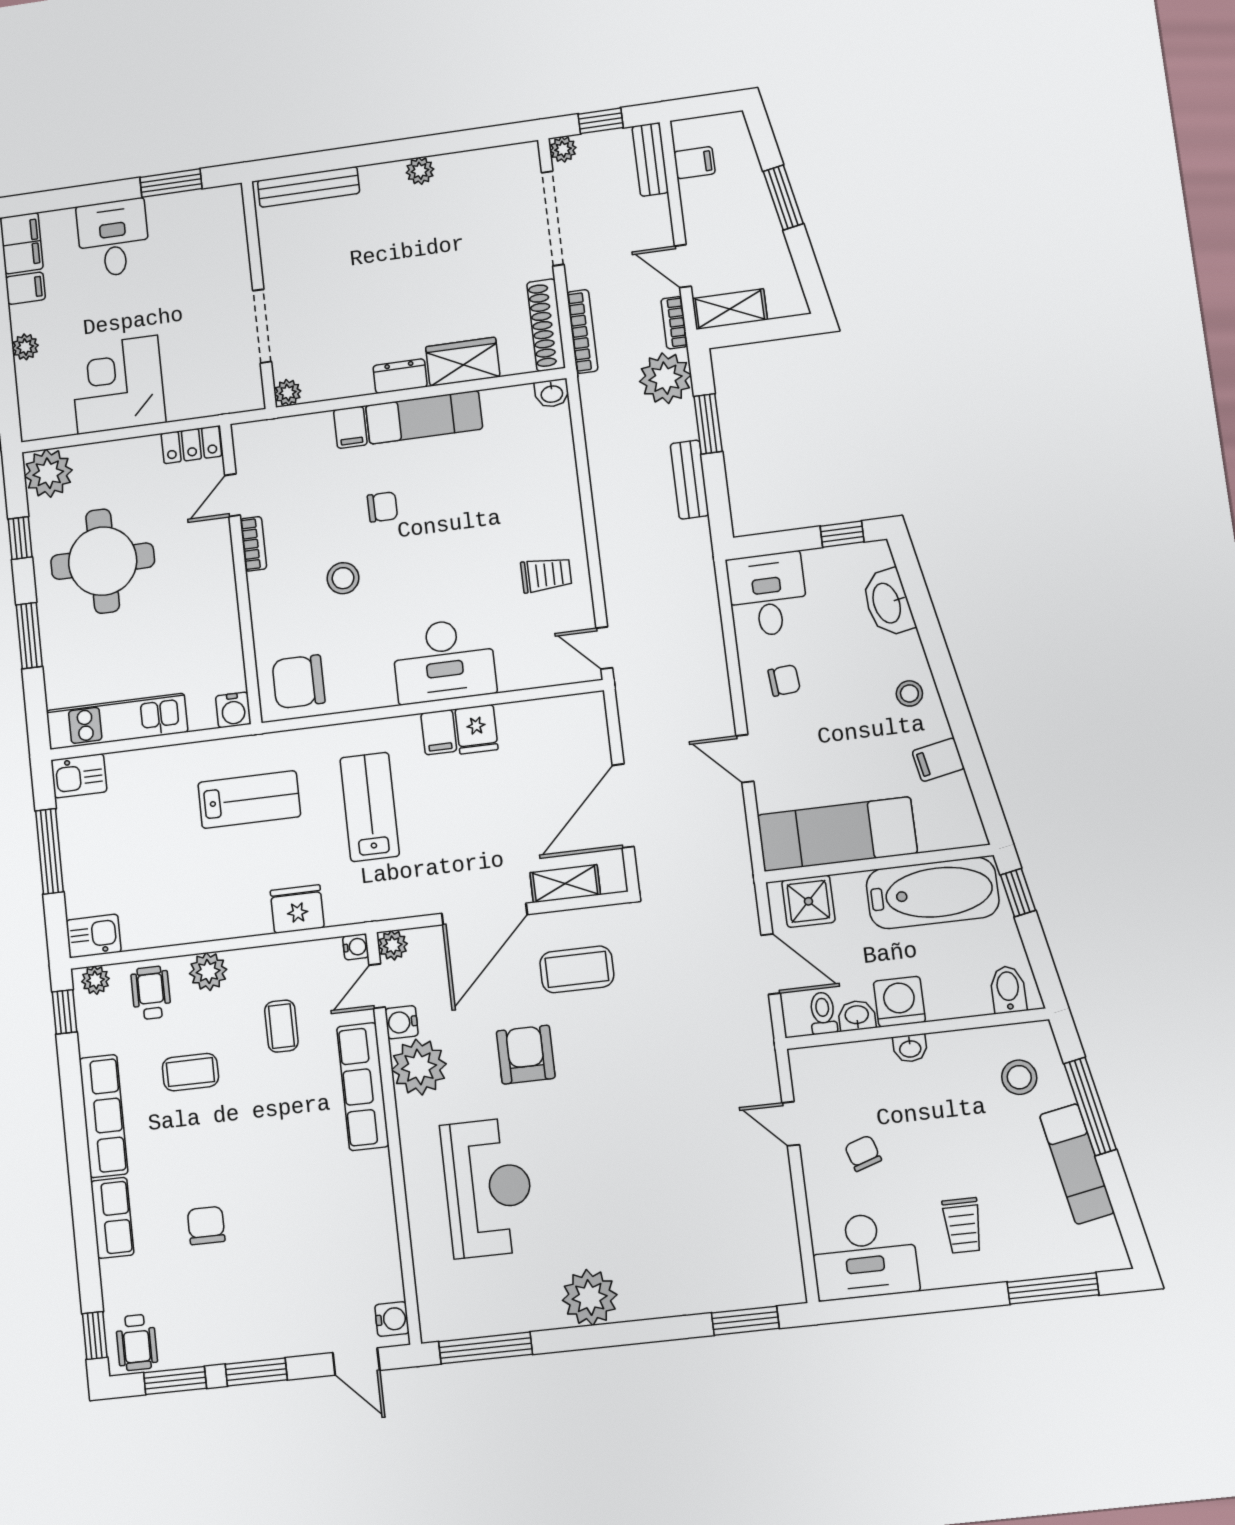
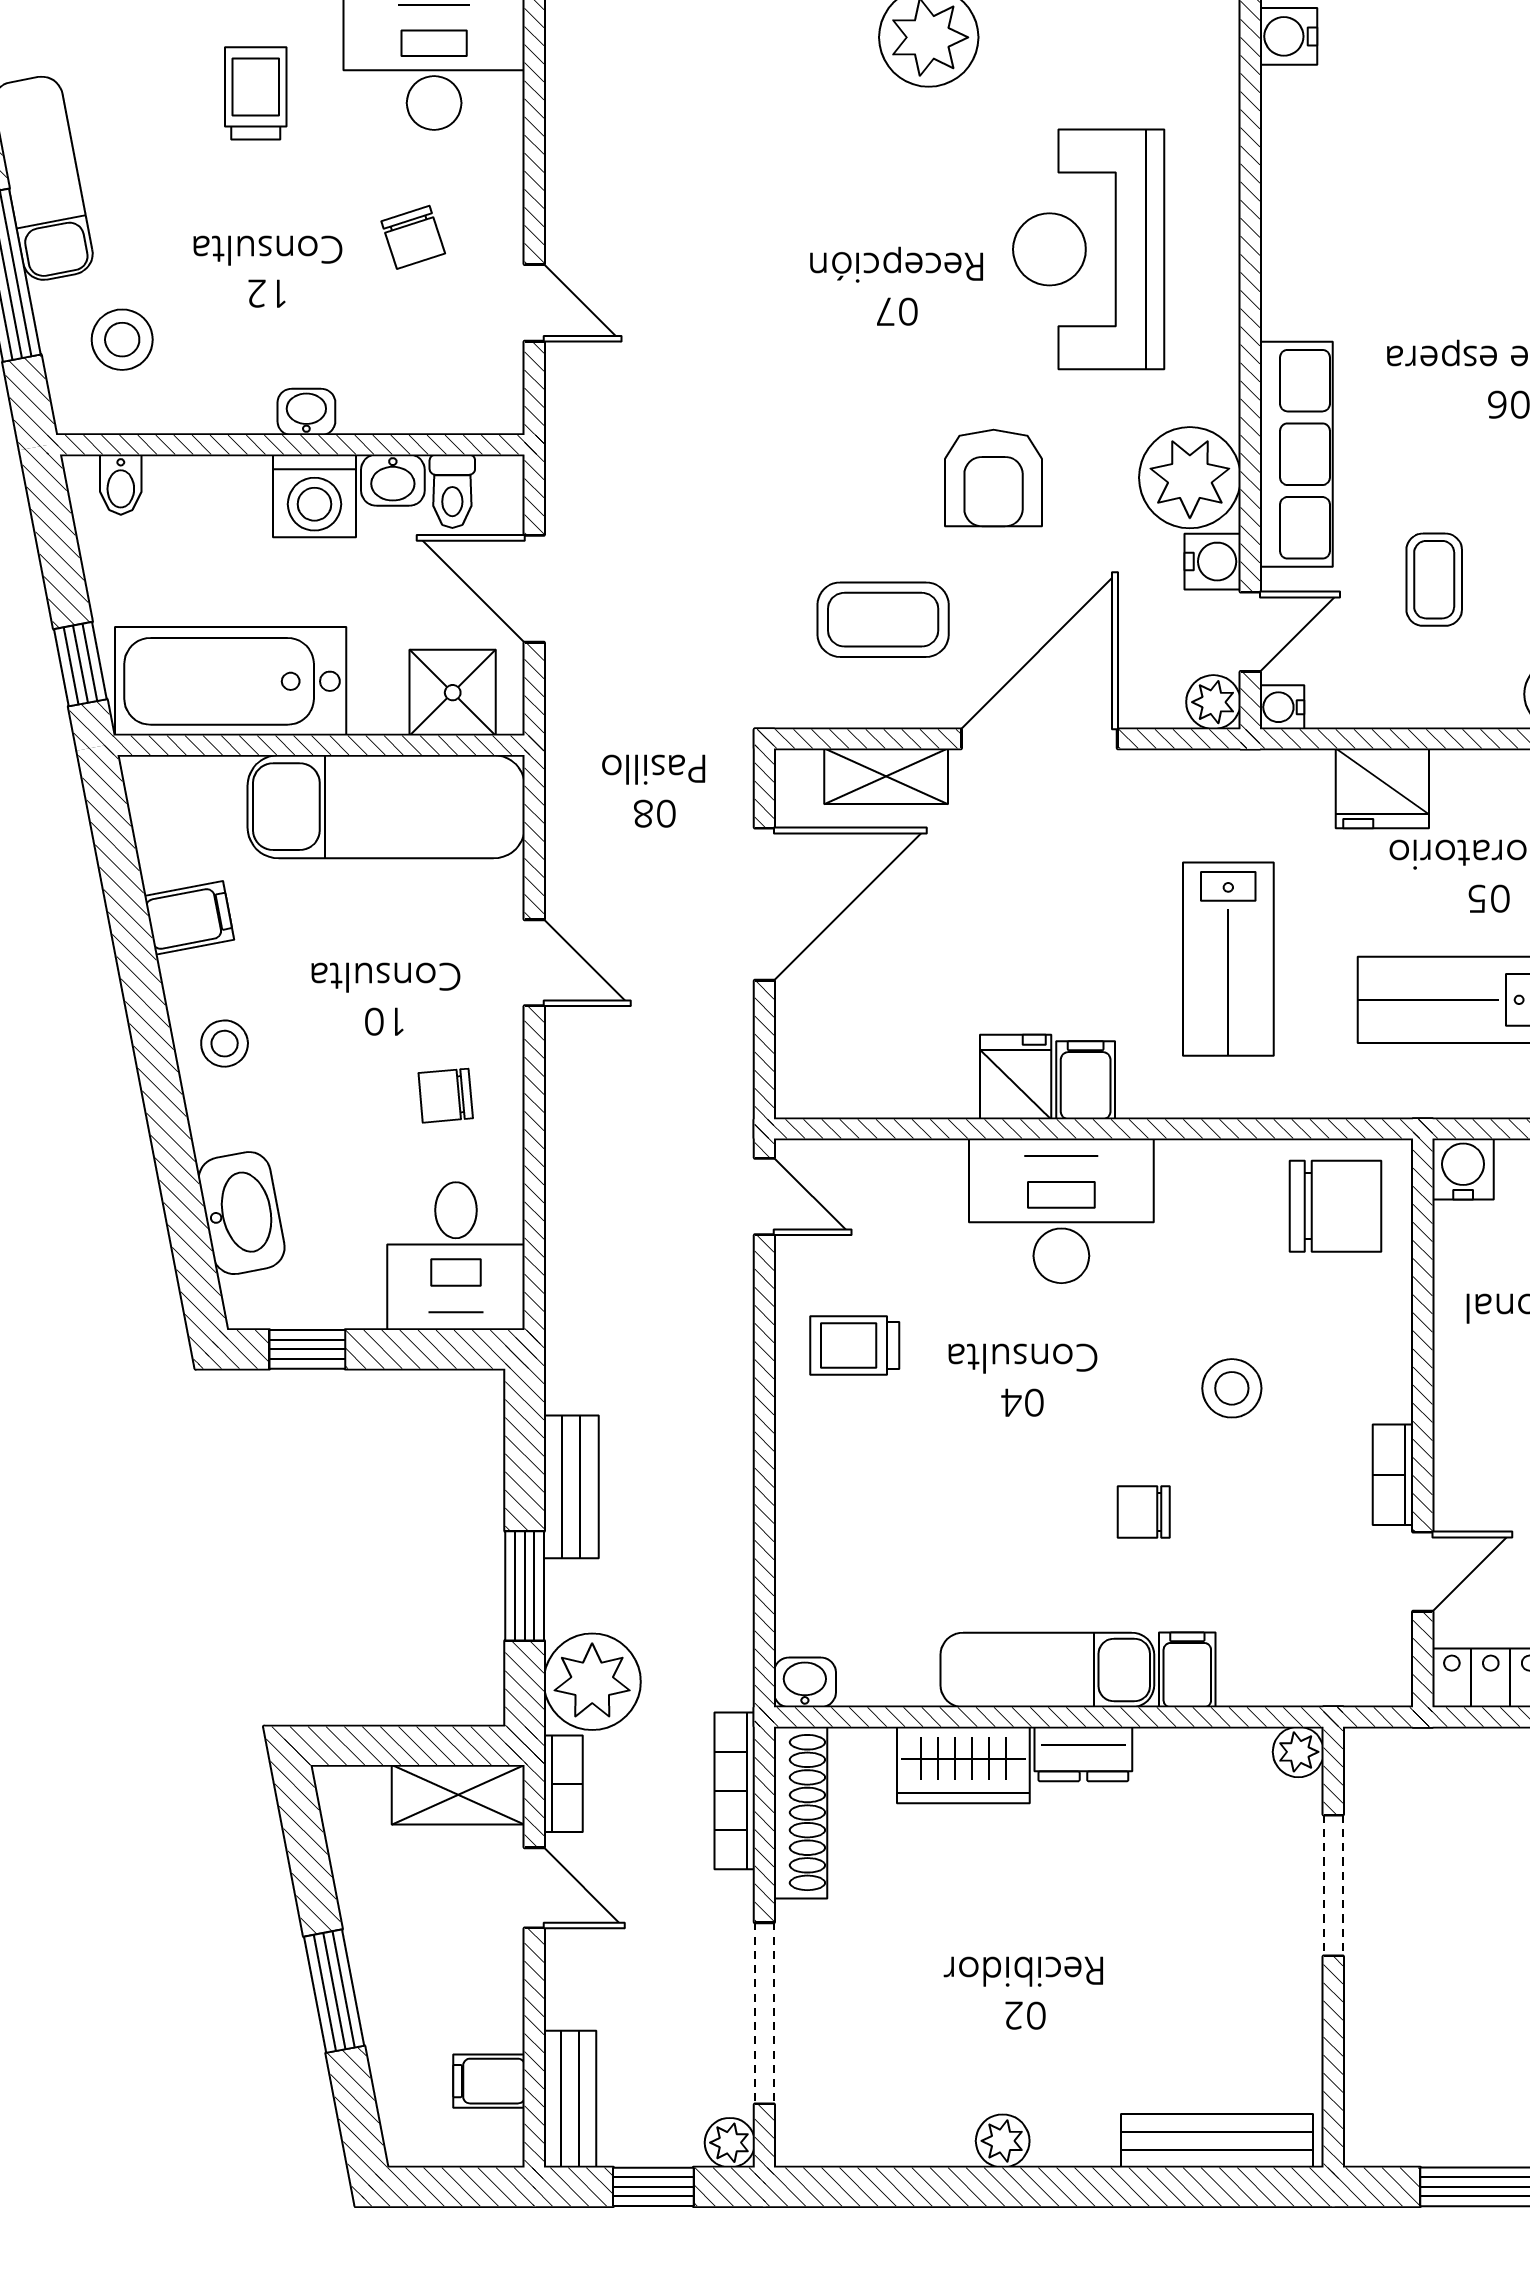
bidet: (1008, 989) -> (121, 485), width x0.72, depth x0.74

